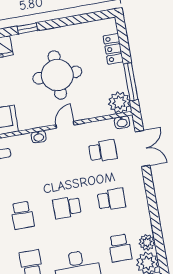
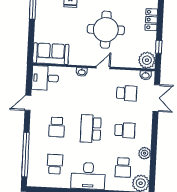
window: (131, 82) -> (159, 47), width x0.46
school desk: (67, 207) -> (91, 129), width x1.85
plant: (147, 242) -> (145, 153), moved

